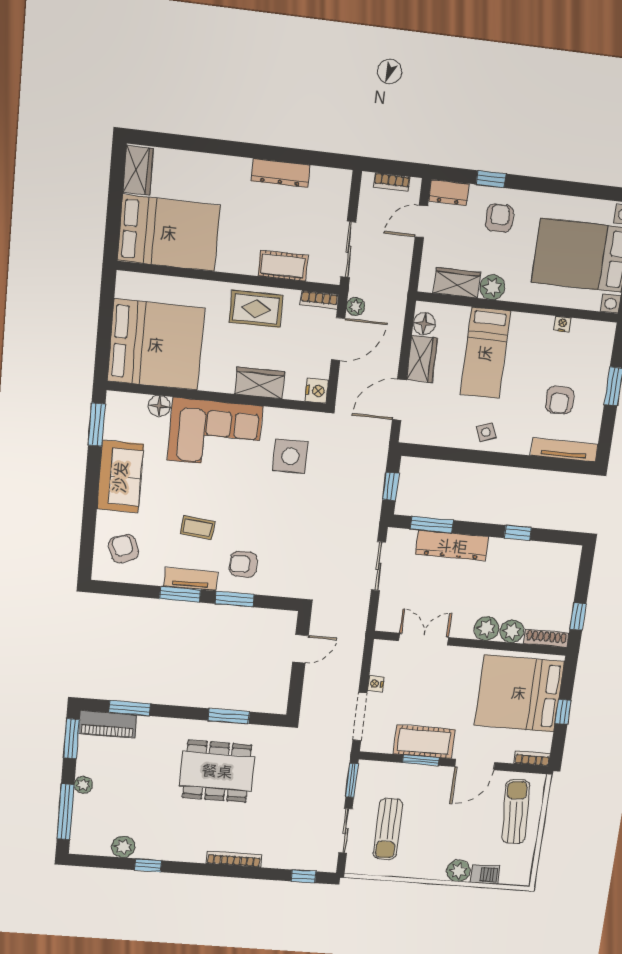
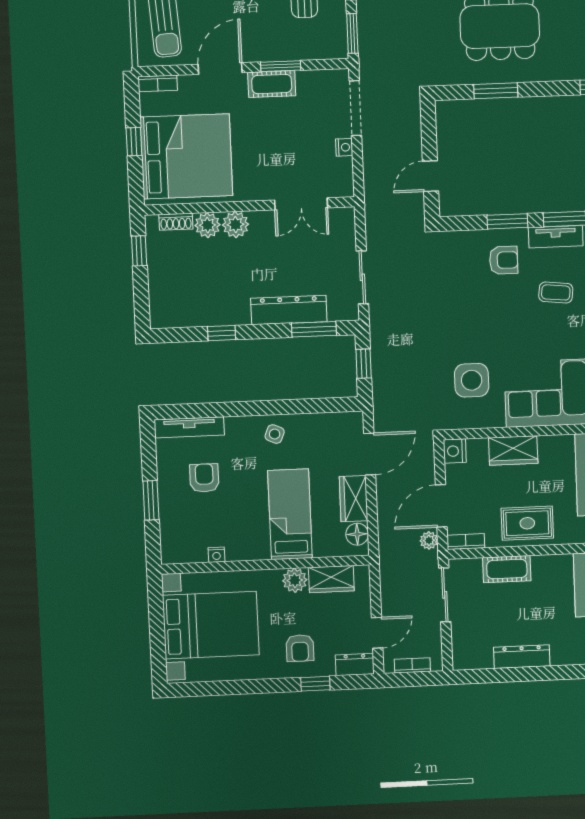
side table: (486, 432) -> (275, 434), turned 45
shoe rack: (546, 638) -> (176, 222), width x0.70
cot: (424, 742) -> (272, 84), width x0.73, depth x0.75

